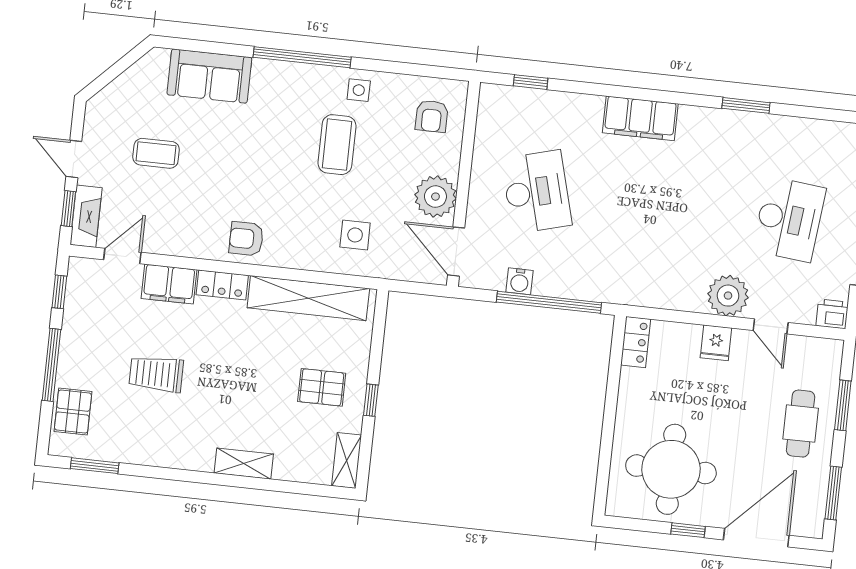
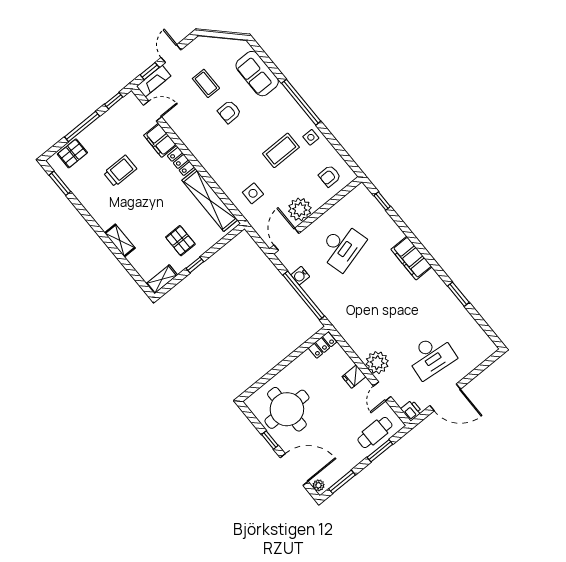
armchair: (246, 239) -> (229, 112), moved, turned -90
trolley: (156, 374) -> (120, 171), turned 90
cafe table: (801, 424) -> (375, 432), moved
plant: (808, 527) -> (319, 485), added

